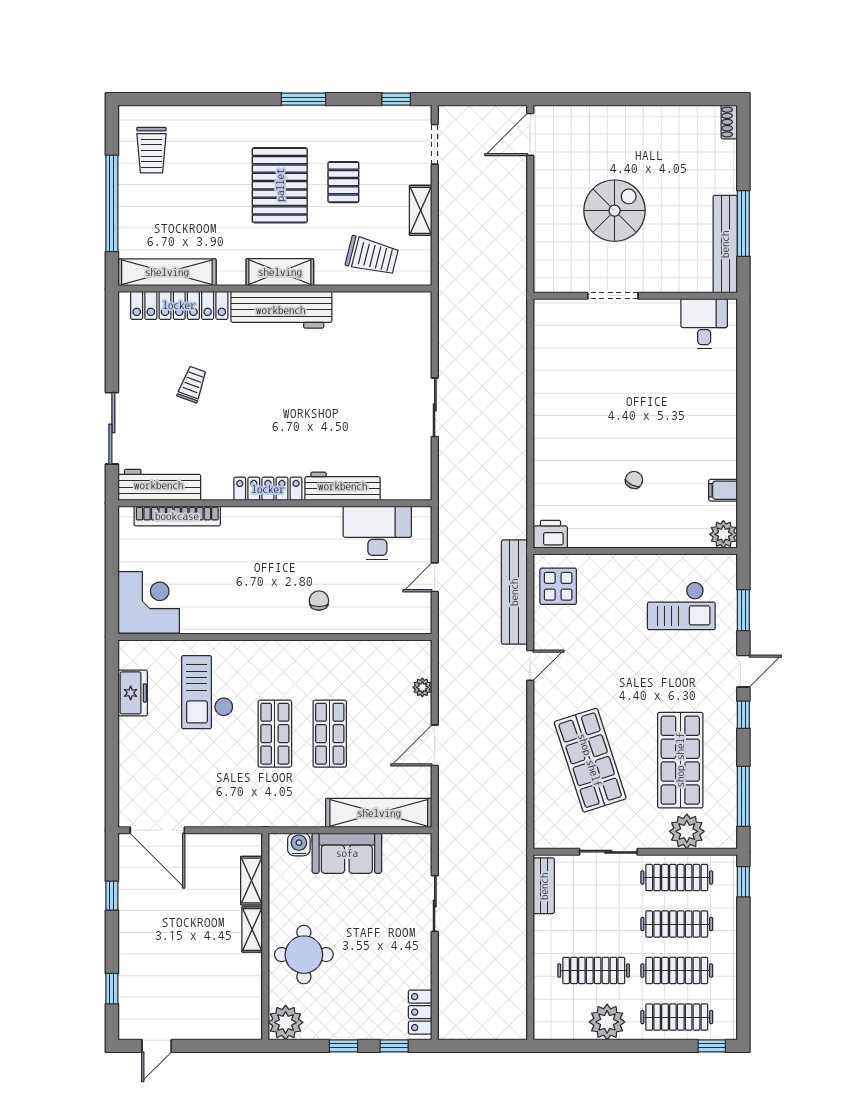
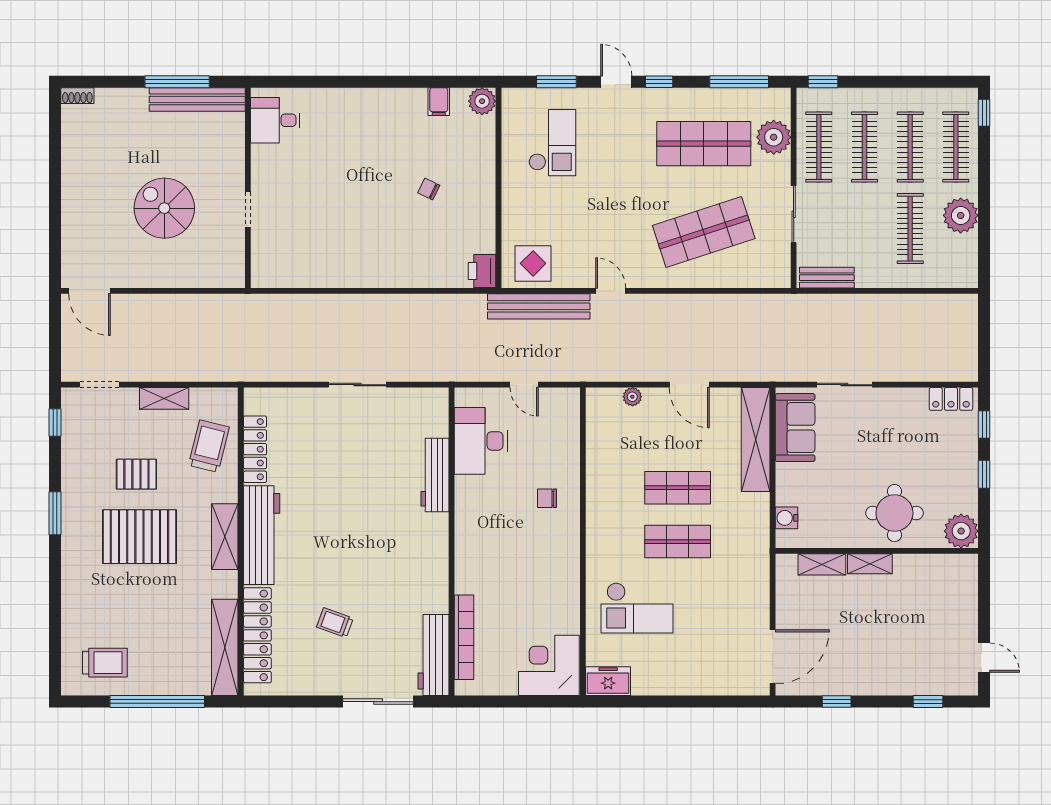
doorway: (613, 296) -> (248, 210), width x0.73
locker: (268, 489) -> (255, 449), moved, turned 180
freezer: (133, 693) -> (608, 681), moved
sofa: (347, 853) -> (795, 428), moved

